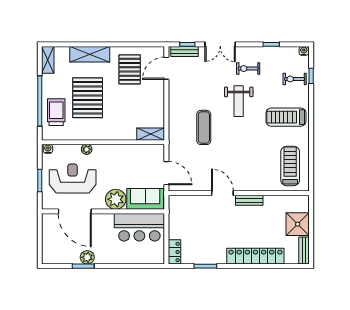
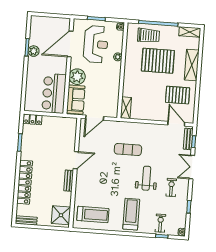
weight bench: (239, 101) -> (146, 178), turned 90
shower: (298, 224) -> (61, 215), moved

